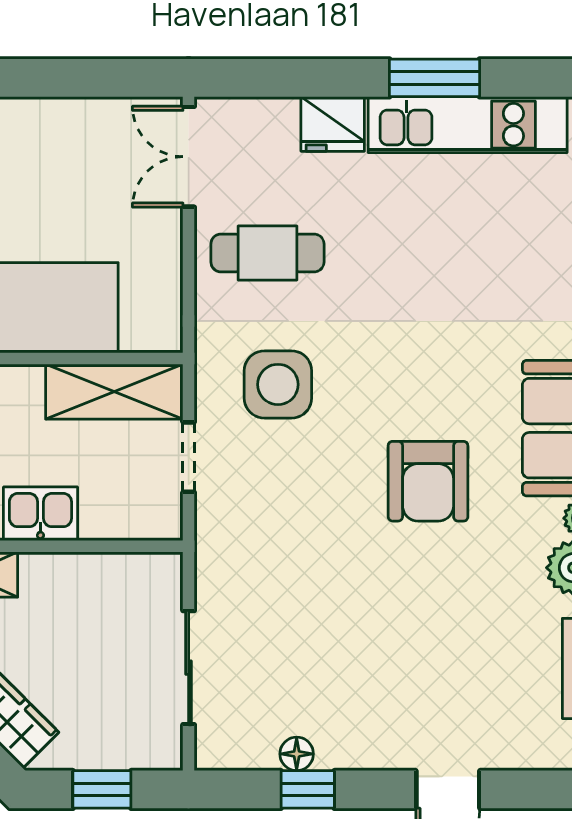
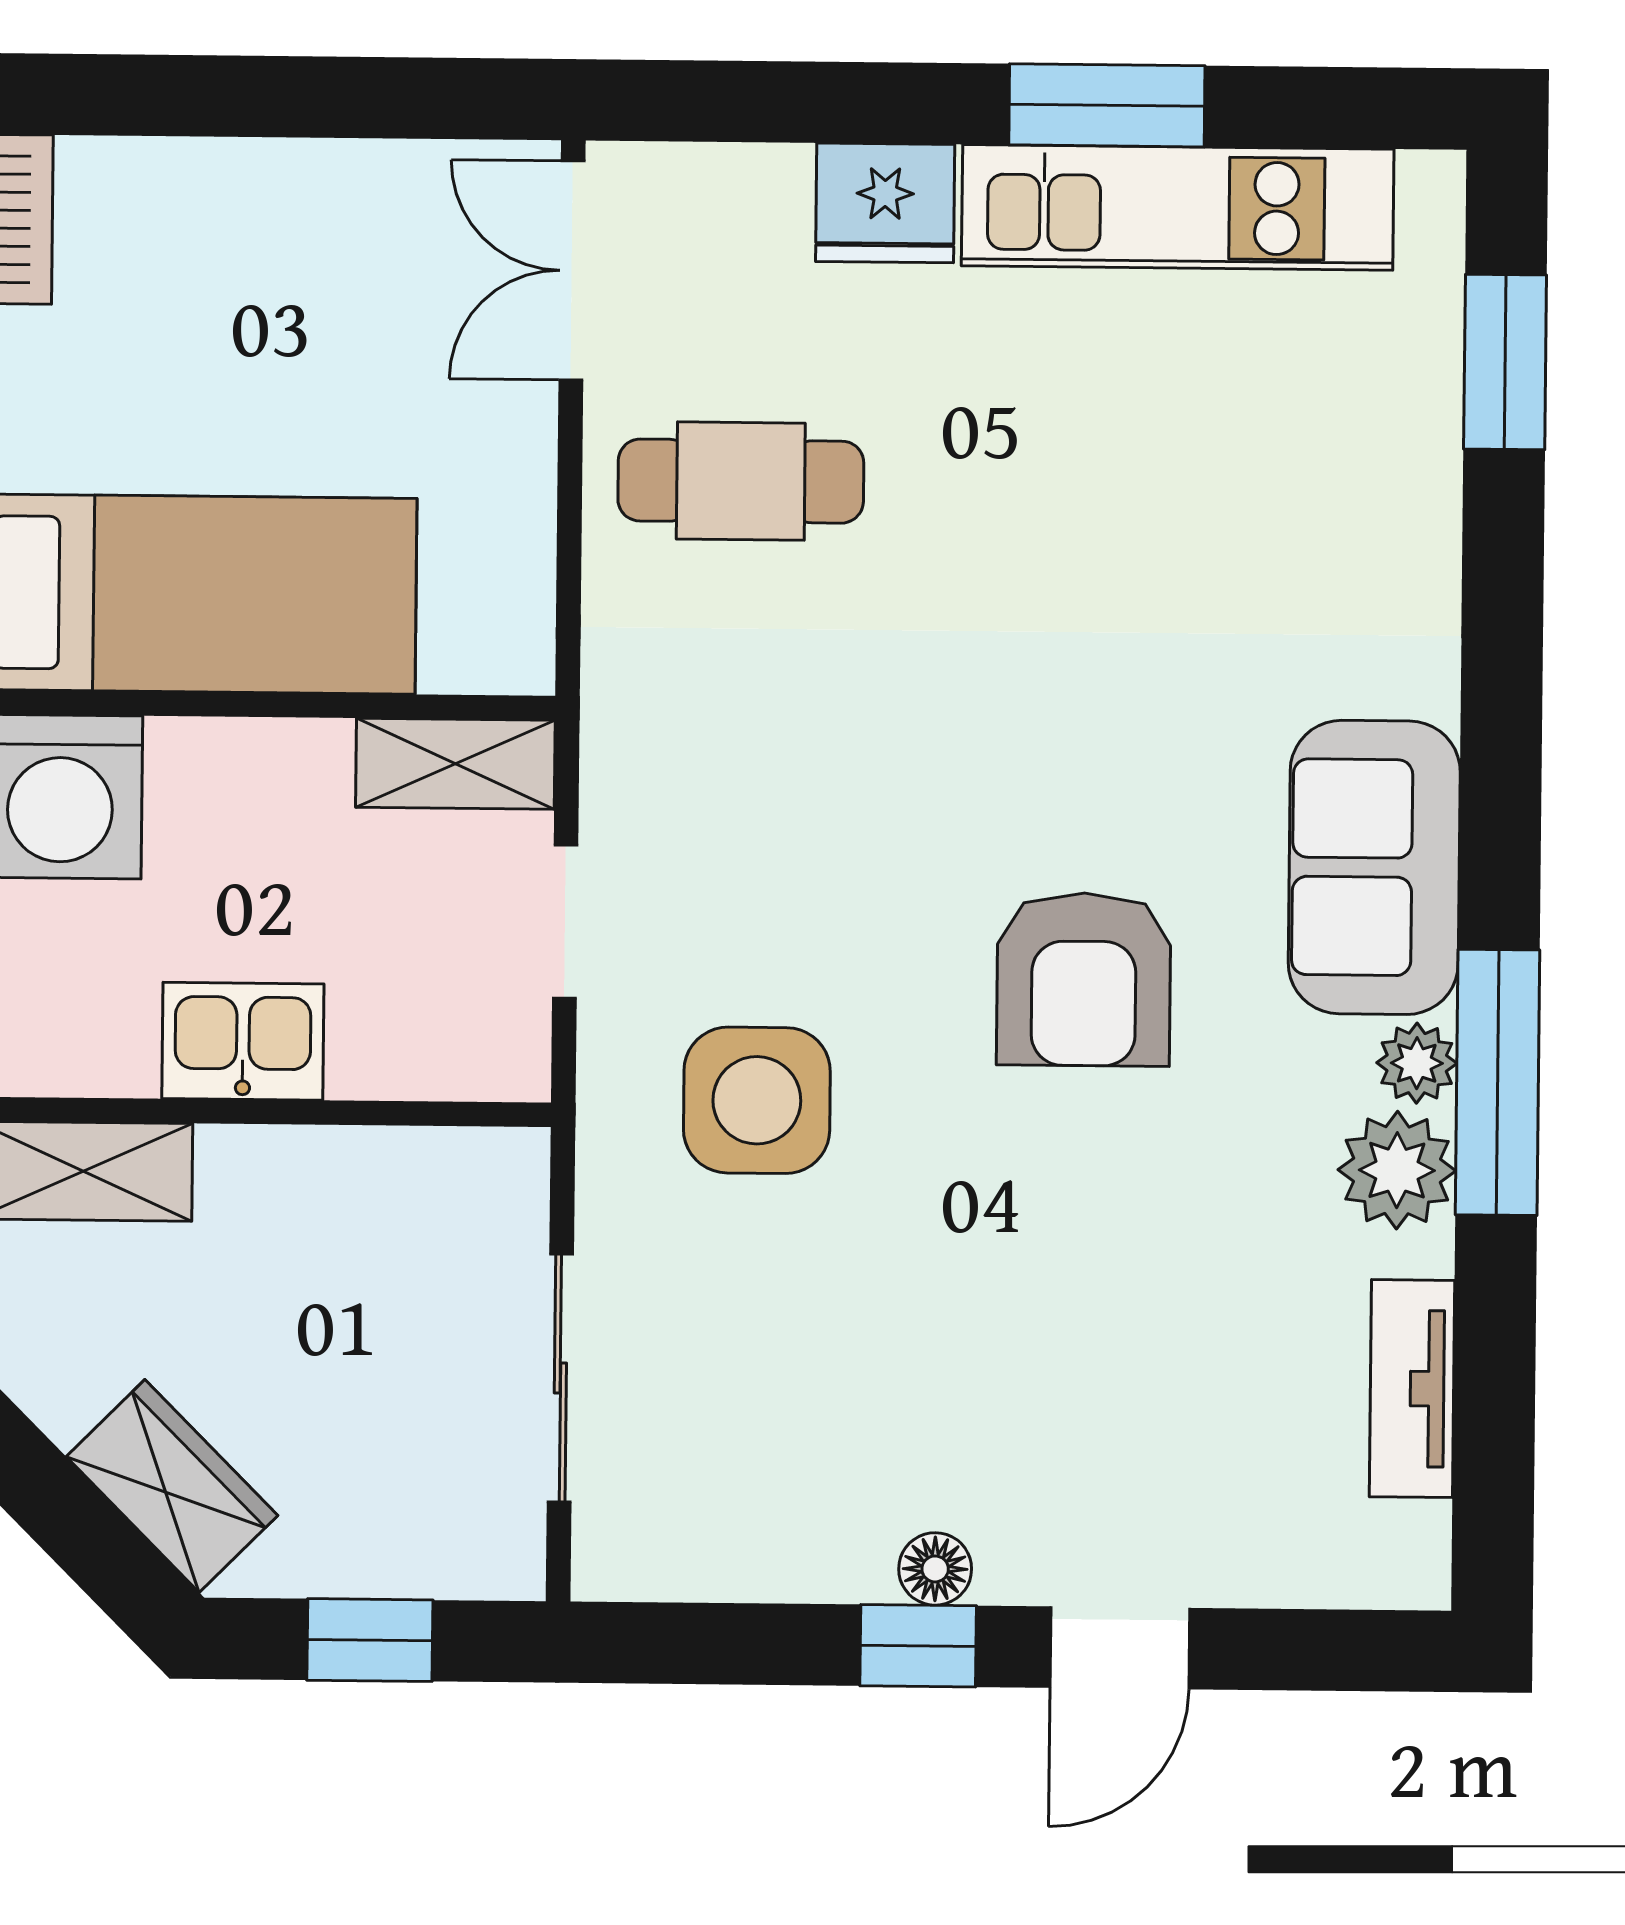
side table: (278, 384) -> (757, 1100), moved
shelving: (114, 392) -> (455, 764), width x0.67, depth x0.75
floor lamp: (297, 754) -> (935, 1569), moved
window: (308, 789) -> (918, 1646), moved

